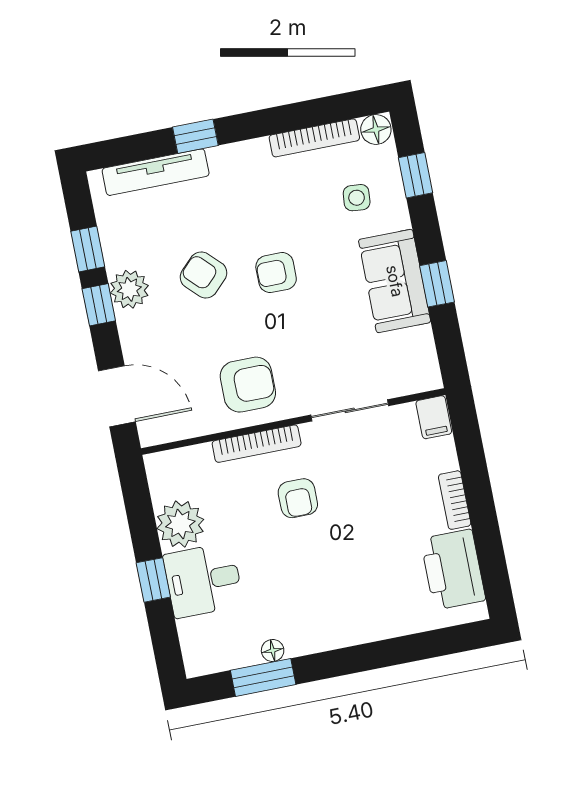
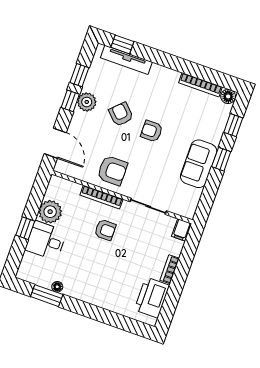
window: (195, 136) -> (122, 44), moved
side table: (357, 198) -> (203, 120), removed
window: (437, 284) -> (221, 159), moved
armchair: (298, 498) -> (105, 230), turned -90

